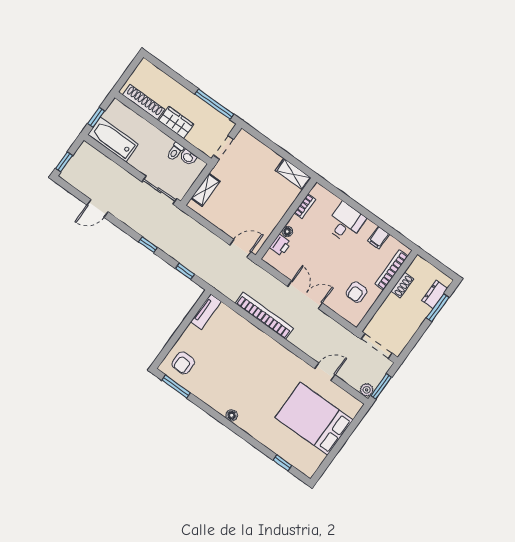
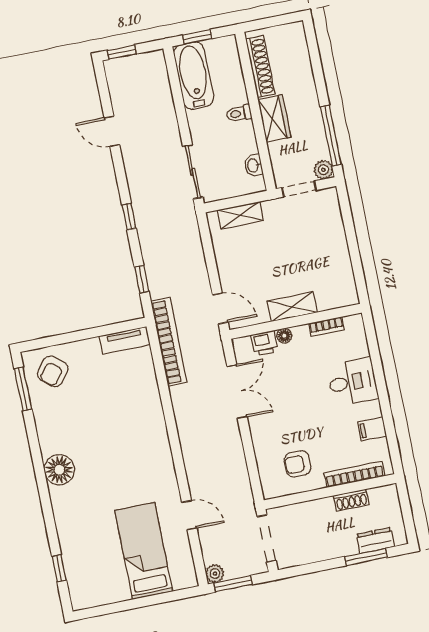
plant: (227, 126) -> (323, 170), added
toilet: (175, 151) -> (239, 113), moved
shelving: (293, 174) -> (292, 307), moved, turned 90
double door: (305, 295) -> (237, 392), moved
bookcase: (264, 316) -> (169, 342), moved
armchair: (183, 363) -> (53, 371), turned -52
floor lamp: (232, 415) -> (59, 470), width x1.89, depth x1.89
bed: (314, 419) -> (144, 551), width x0.67

